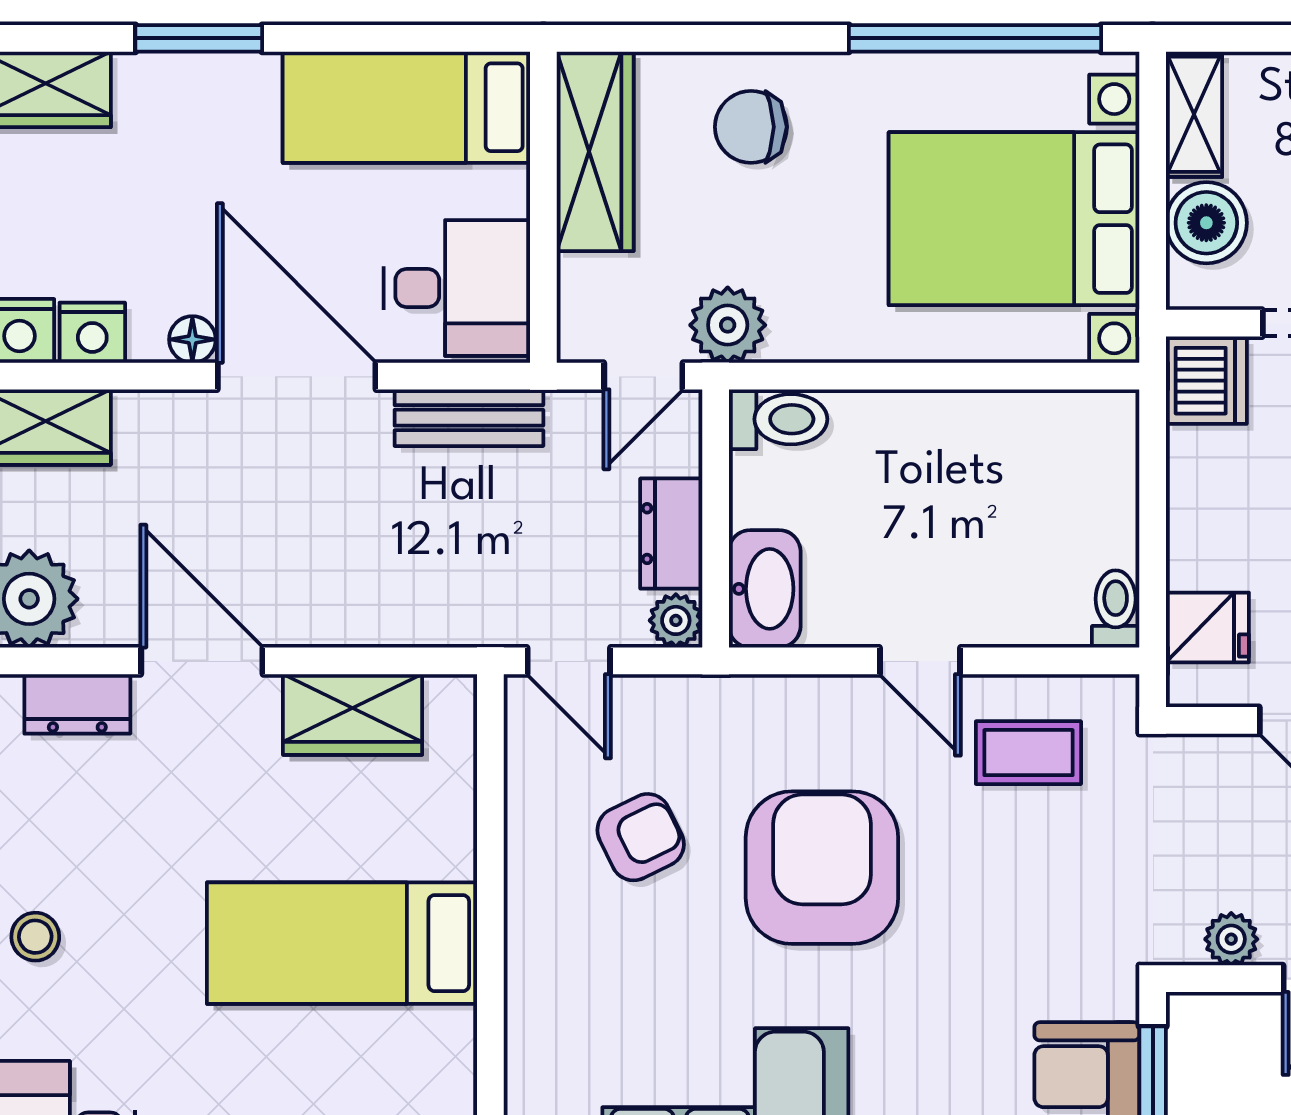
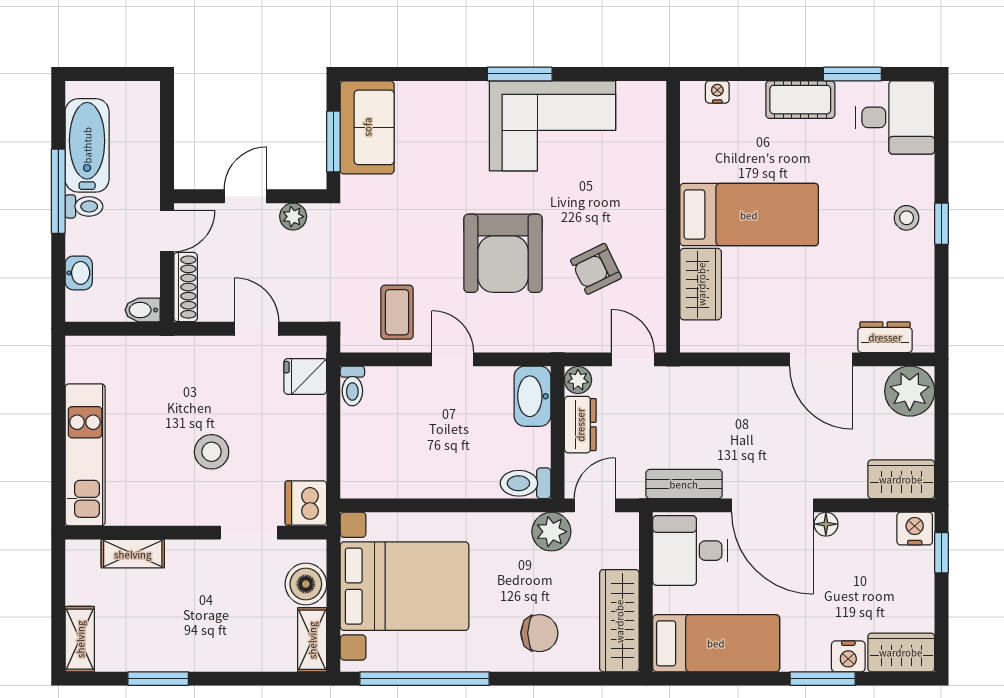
nightstand: (92, 333) -> (848, 656), moved, turned 180
wardrobe: (353, 714) -> (701, 284), moved, turned 90
coffee table: (1028, 753) -> (397, 312), turned 90

